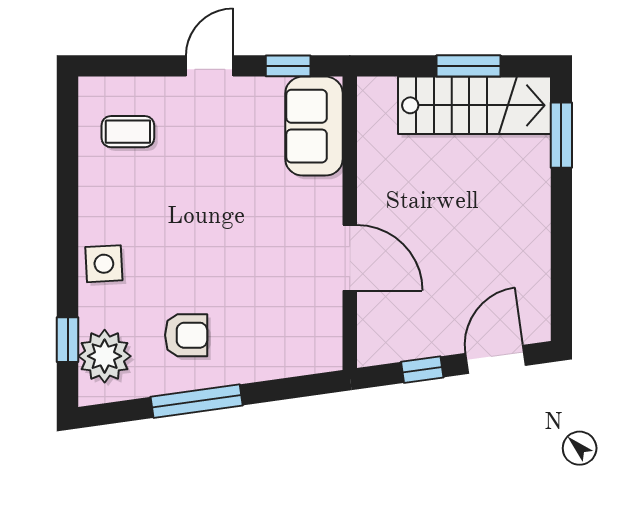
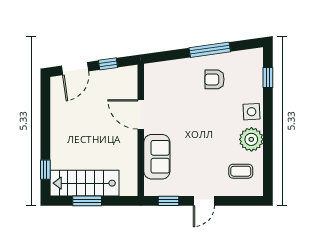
sofa: (314, 126) -> (157, 157), moved
window: (561, 135) -> (45, 170), width x0.67
plant: (105, 356) -> (251, 139), moved

